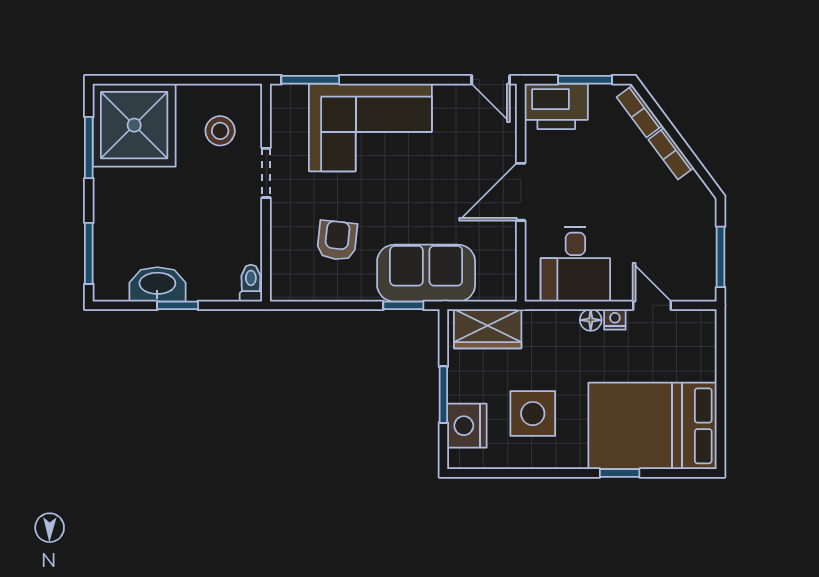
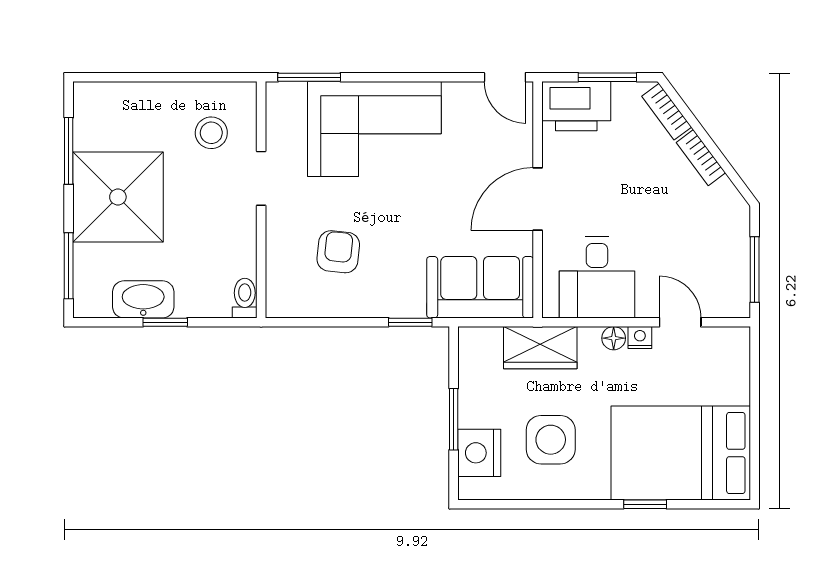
shower: (134, 125) -> (118, 197), moved
sofa: (426, 273) -> (480, 287), moved
wardrobe: (488, 329) -> (540, 348), moved

